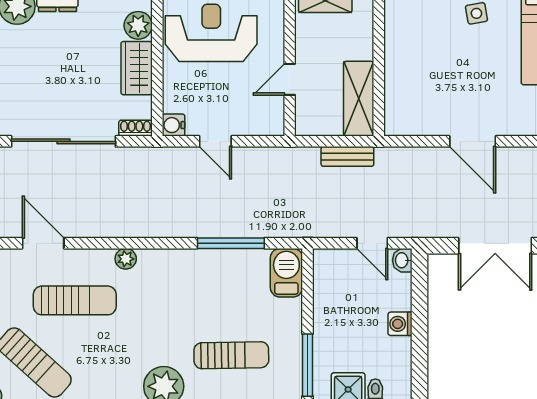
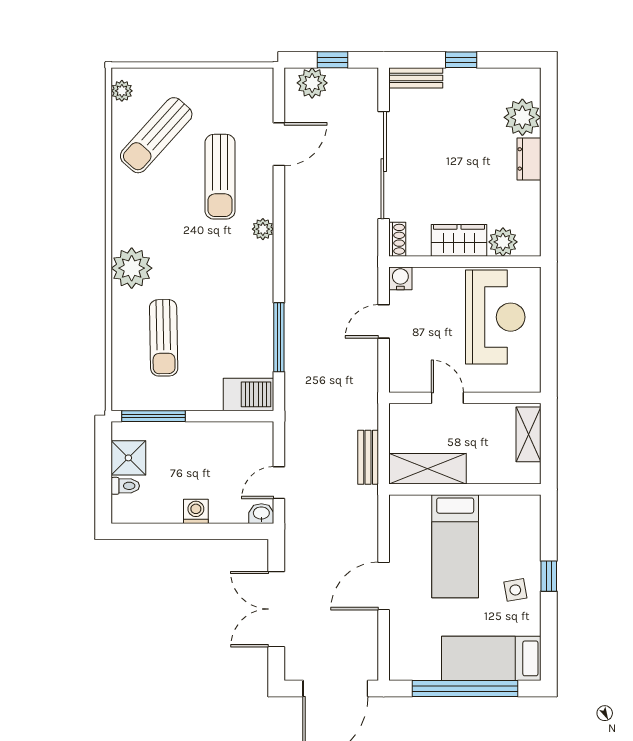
bed: (434, 72) -> (455, 546), added

